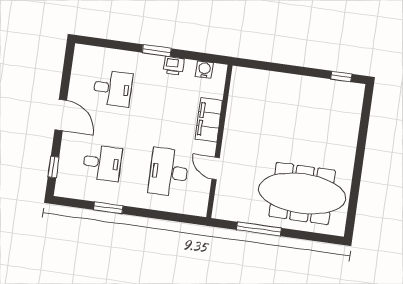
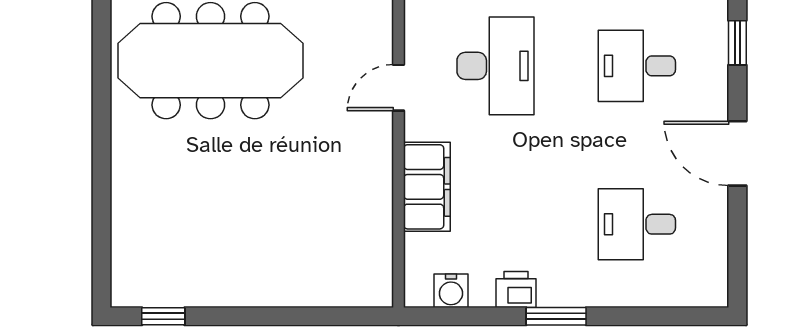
door: (216, 168) -> (398, 88), swing flipped

